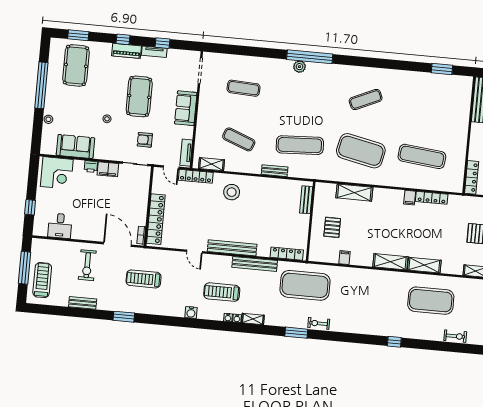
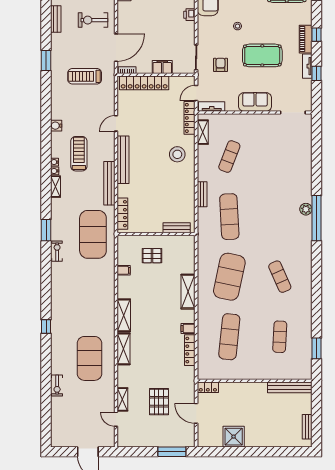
exercise mat: (244, 88) -> (280, 337), moved
filing cabinet: (108, 169) -> (162, 67), moved, turned 90
locker: (472, 177) -> (208, 387), width x0.66
shelving: (354, 193) -> (188, 292), moved
treadmill: (144, 279) -> (85, 76), turned -90

